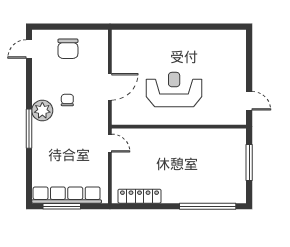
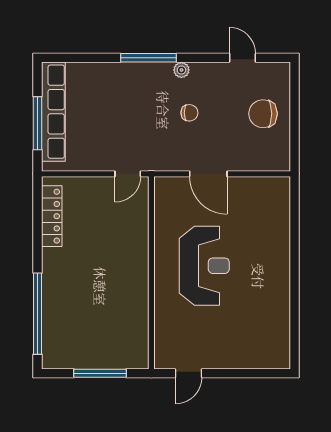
door: (29, 49) -> (243, 58), moved
plant: (42, 110) -> (181, 70), width x0.53, depth x0.53
window: (62, 206) -> (37, 123), moved

